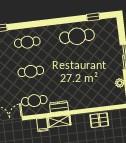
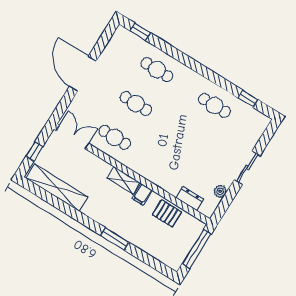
cafe table: (77, 36) -> (214, 106), width x0.73, depth x0.74
dresser: (59, 107) -> (190, 198), moved
filing cabinet: (42, 125) -> (142, 194), moved

